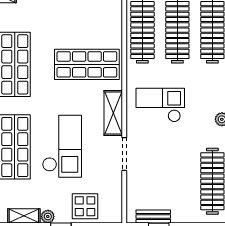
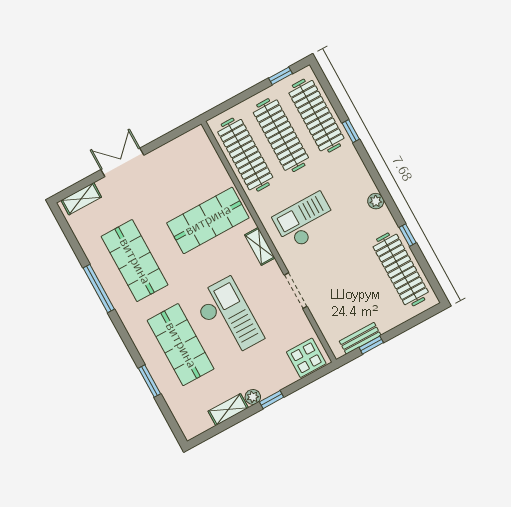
shelving: (113, 113) -> (260, 246), width x0.67, depth x0.75
display table: (85, 206) -> (306, 358), moved

